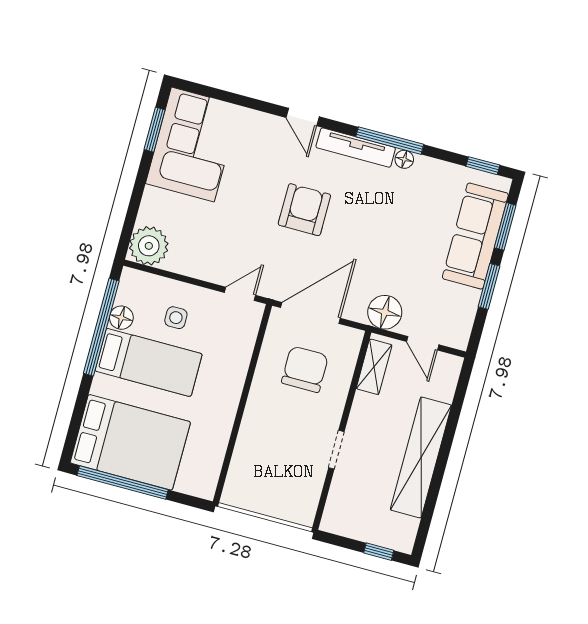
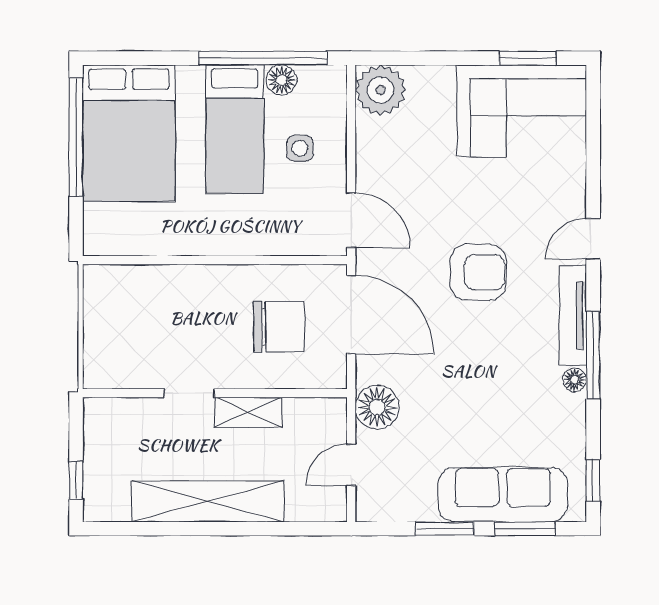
door: (240, 294) -> (351, 220), width x1.38
shelving: (374, 367) -> (249, 412), moved

